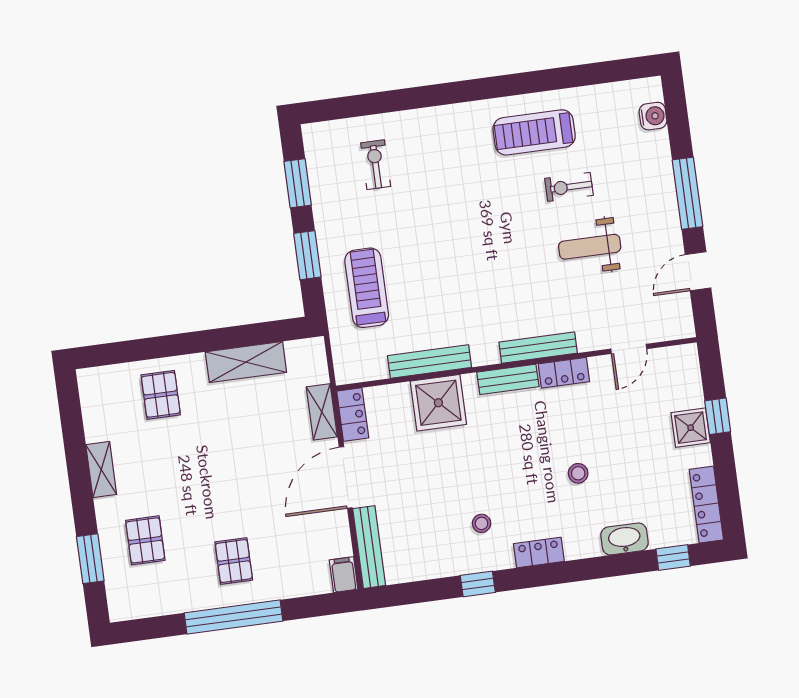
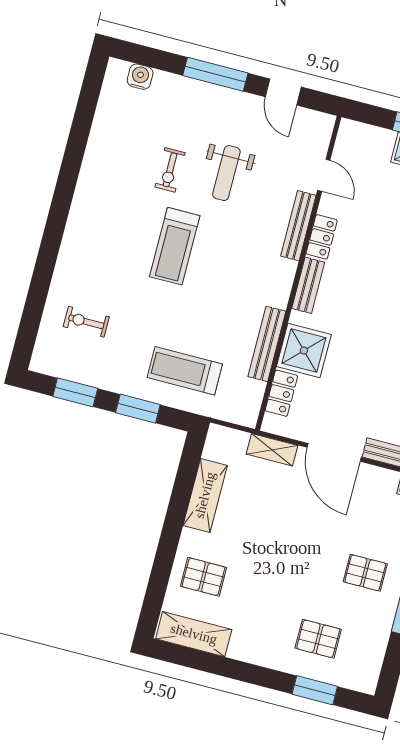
treadmill: (534, 132) -> (175, 246), moved
bench: (538, 348) -> (298, 226), moved
locker: (353, 414) -> (281, 393), moved, turned 90
shelving: (101, 470) -> (194, 634), moved, width x1.50, depth x1.33

